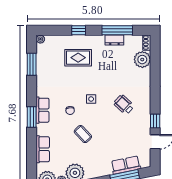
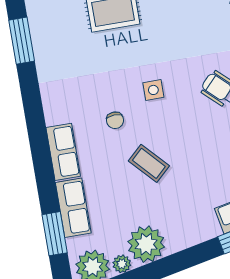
row of seats: (42, 110) -> (63, 152), moved
window: (32, 117) -> (55, 234), moved

